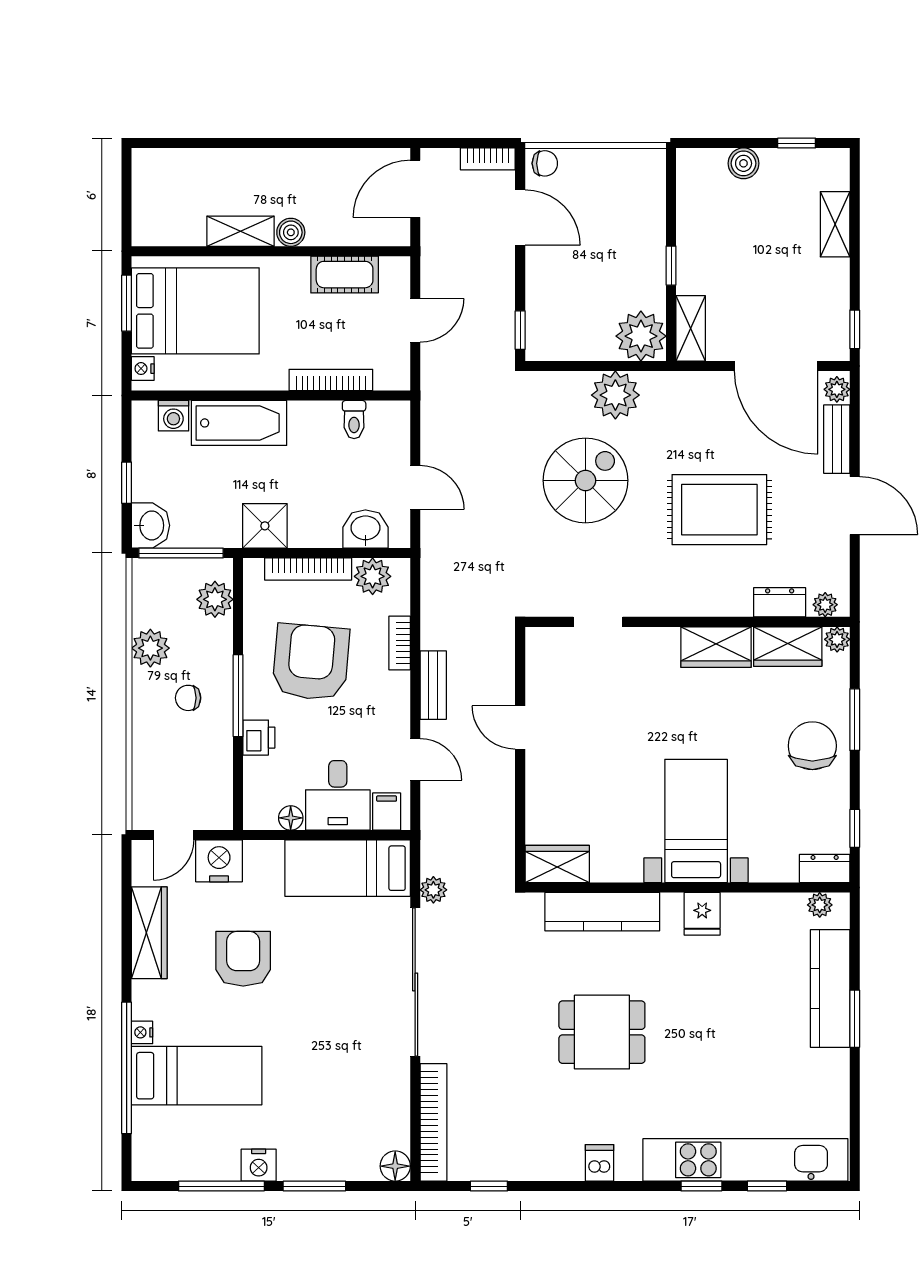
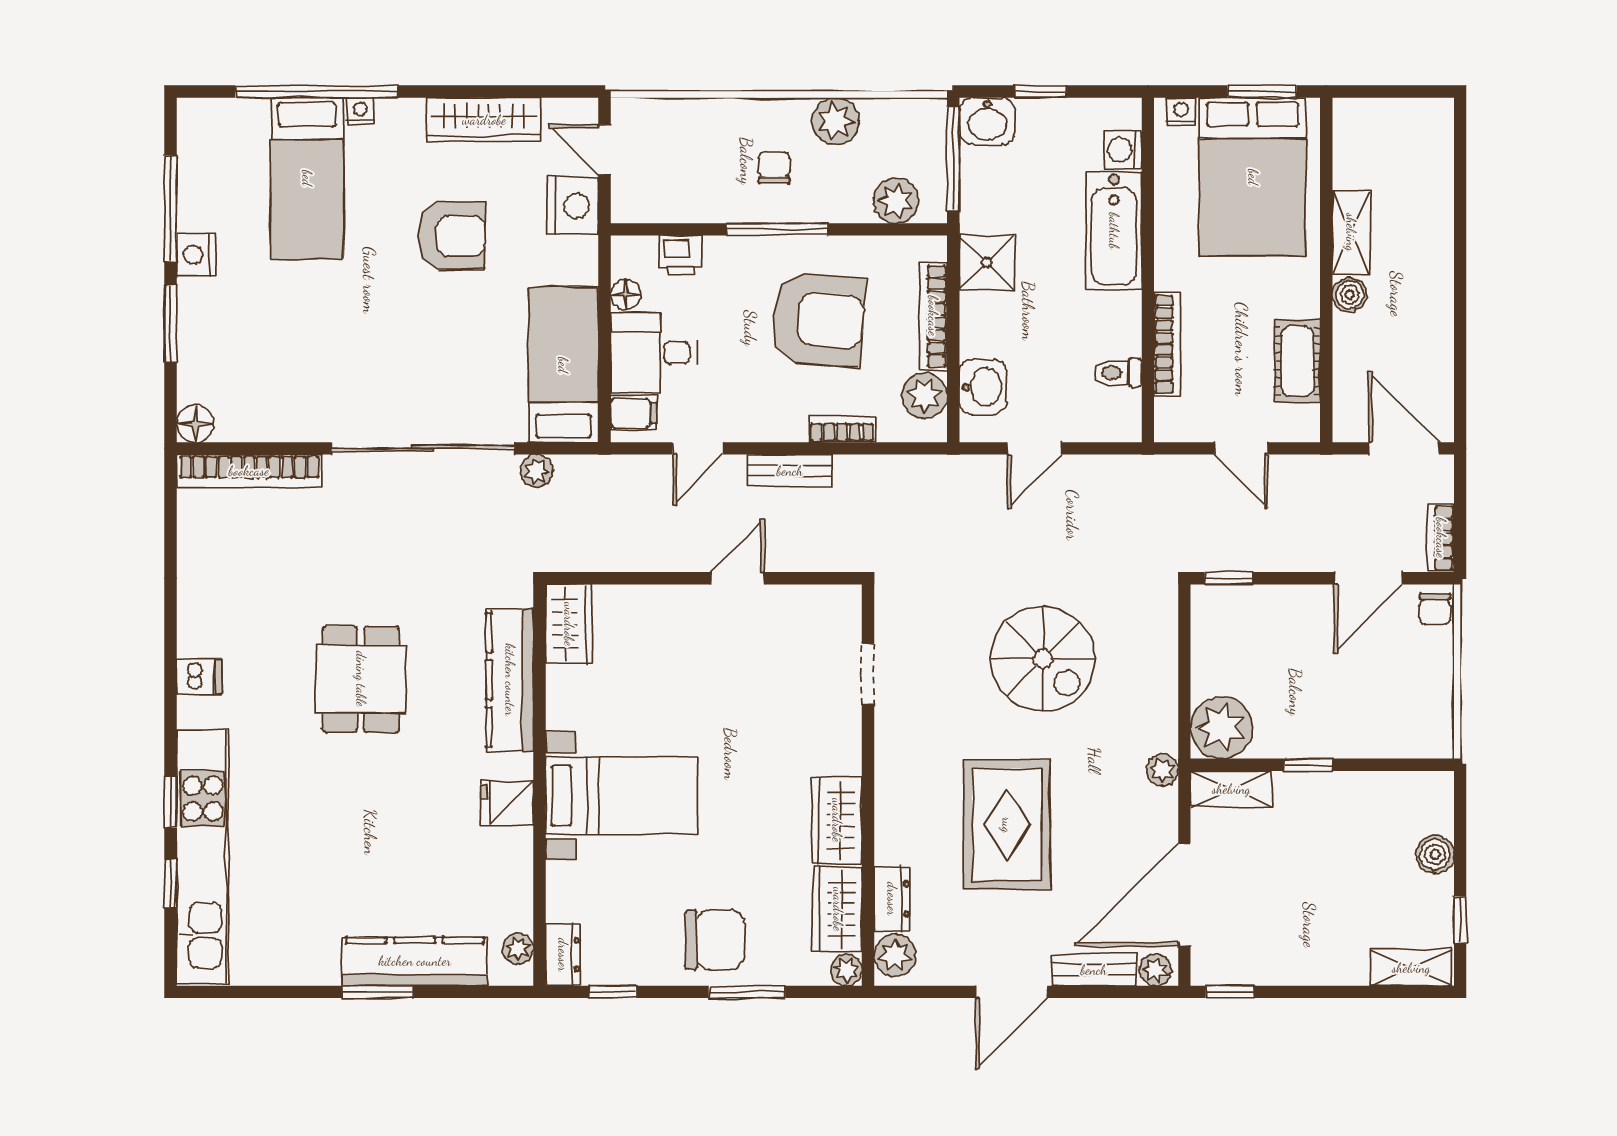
shelving: (835, 224) -> (1411, 968), moved
plant: (615, 395) -> (1162, 770), moved, width x0.53, depth x0.53
plant: (825, 605) -> (895, 955), width x1.38, depth x1.38
printer: (259, 738) -> (680, 255), moved
window: (489, 1186) -> (170, 540), removed

